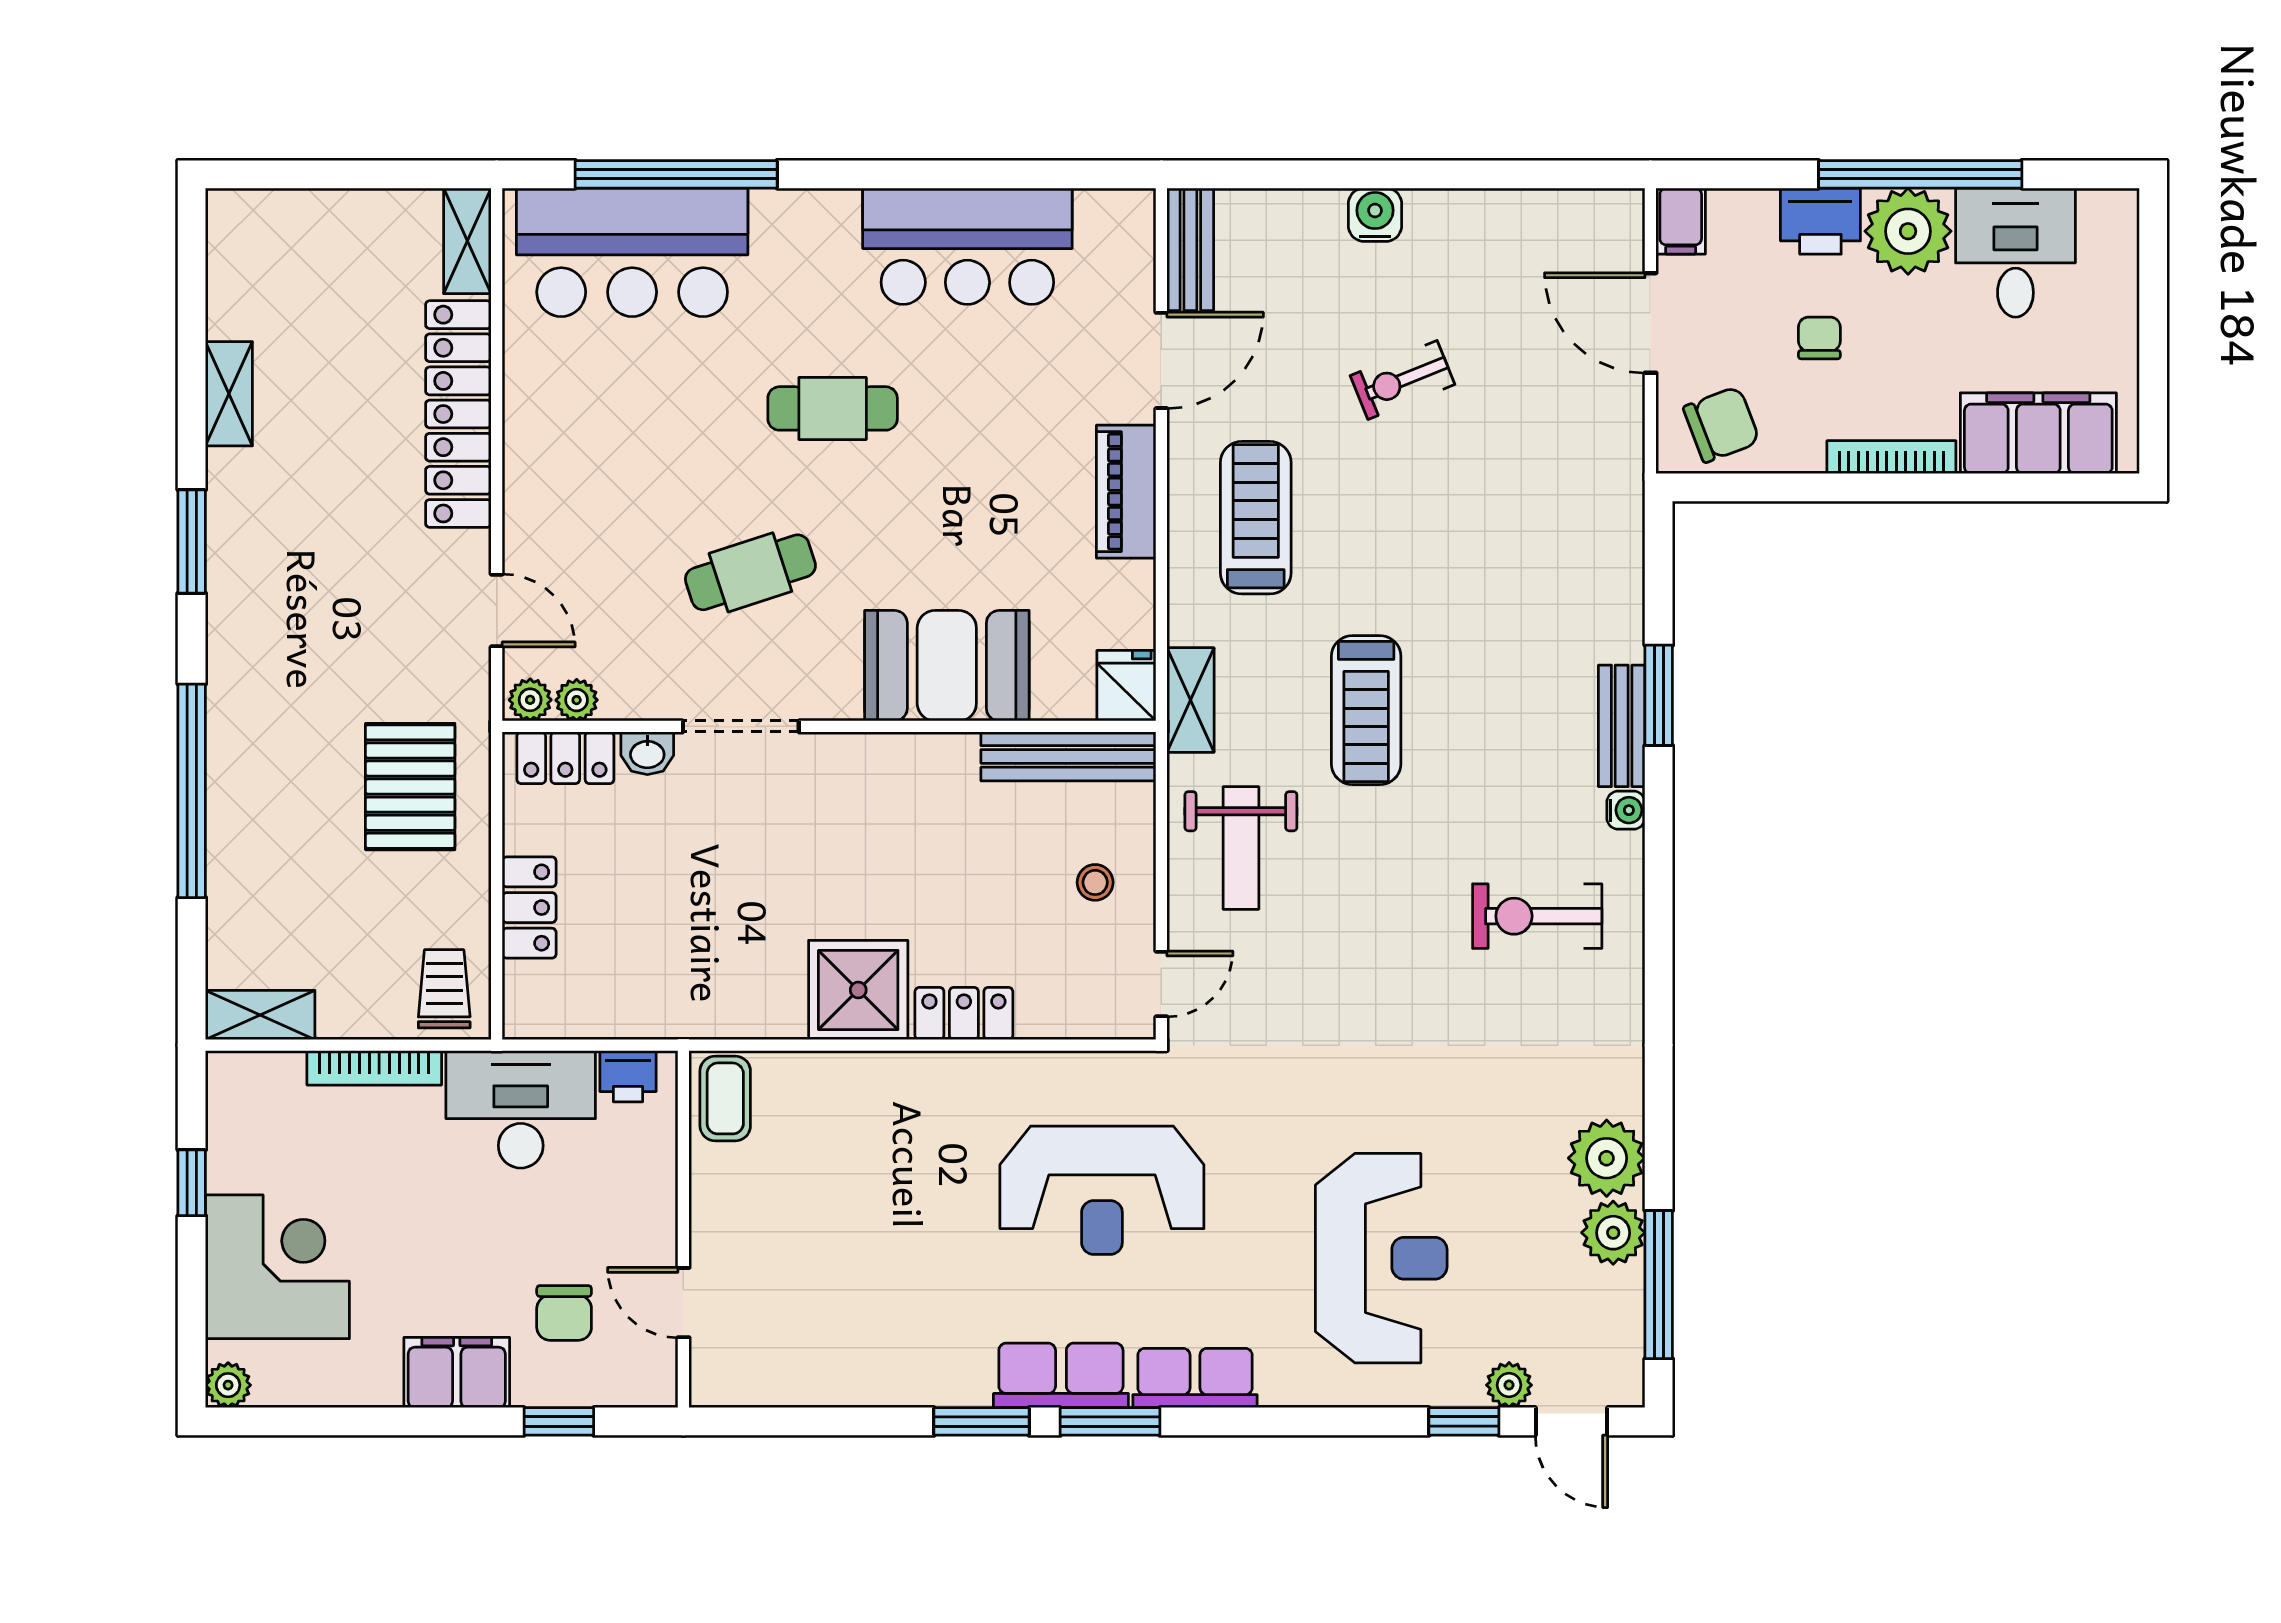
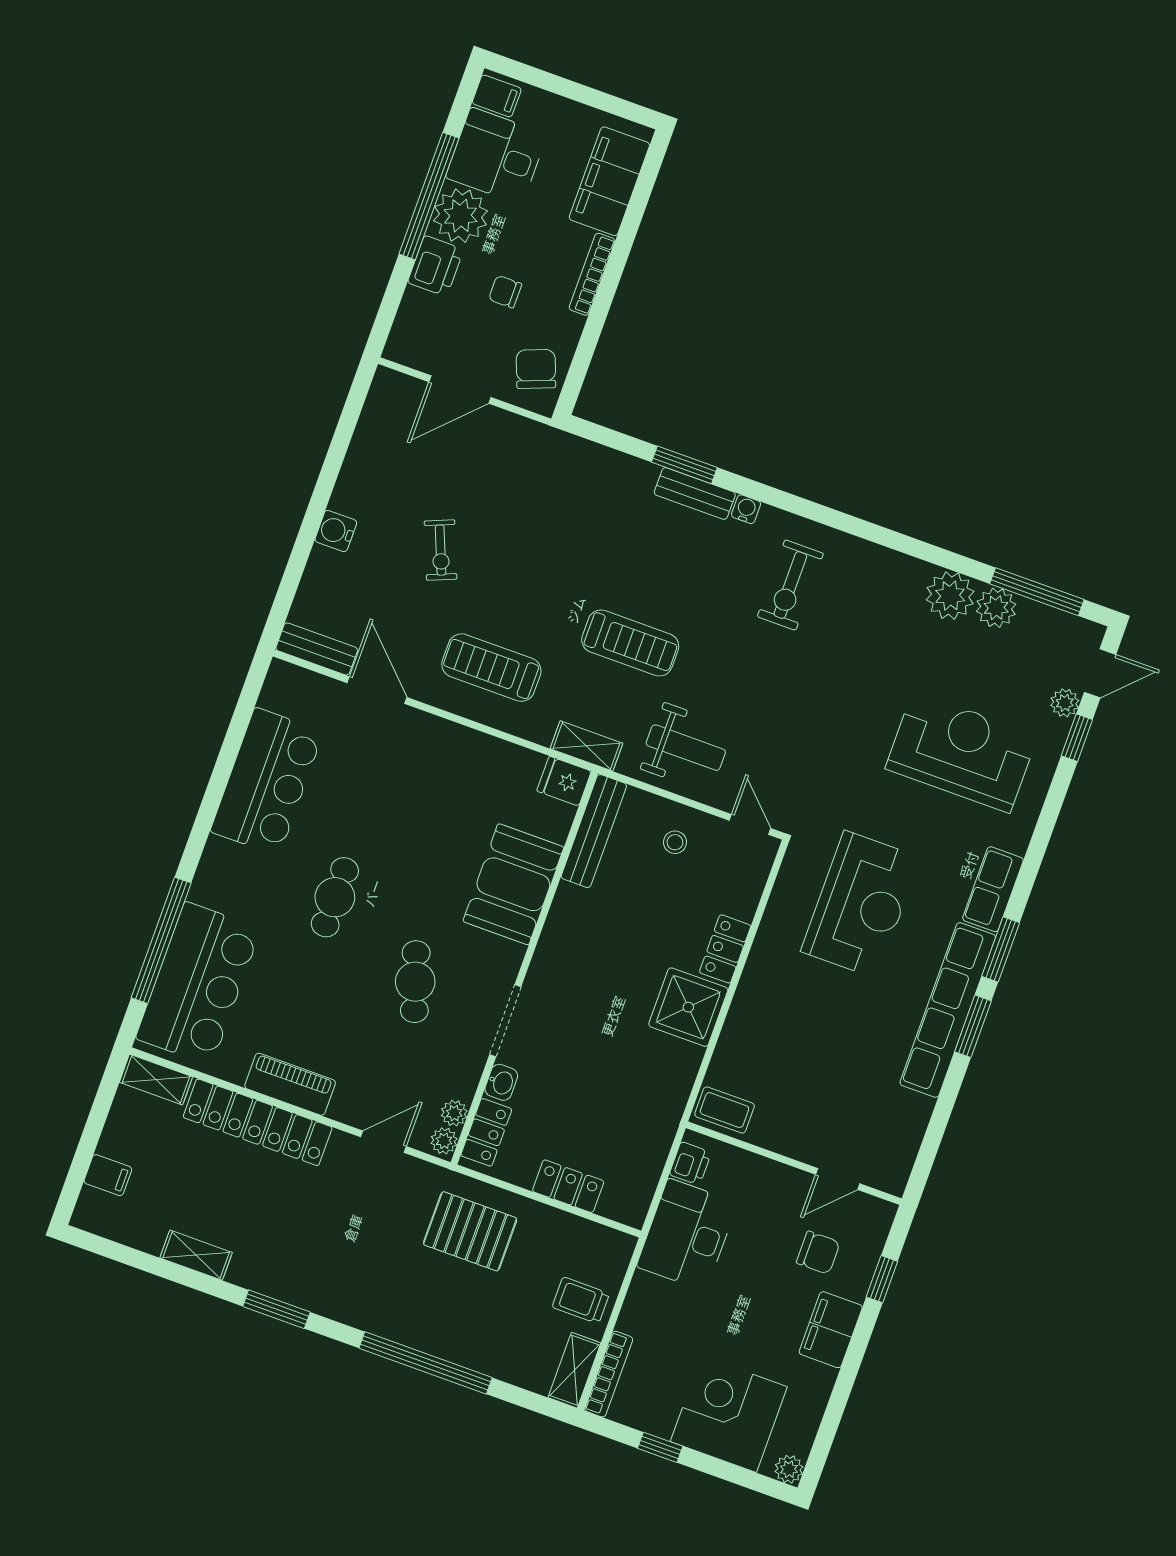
filing cabinet: (300, 221) -> (108, 1175), added
filing cabinet: (1681, 221) -> (497, 96), moved
piano: (1126, 492) -> (290, 1084), moved, turned 180
trolley: (444, 989) -> (581, 1300), moved
bookcase: (374, 1068) -> (609, 1374), moved
row of seats: (1061, 1375) -> (948, 1010), width x2.02

